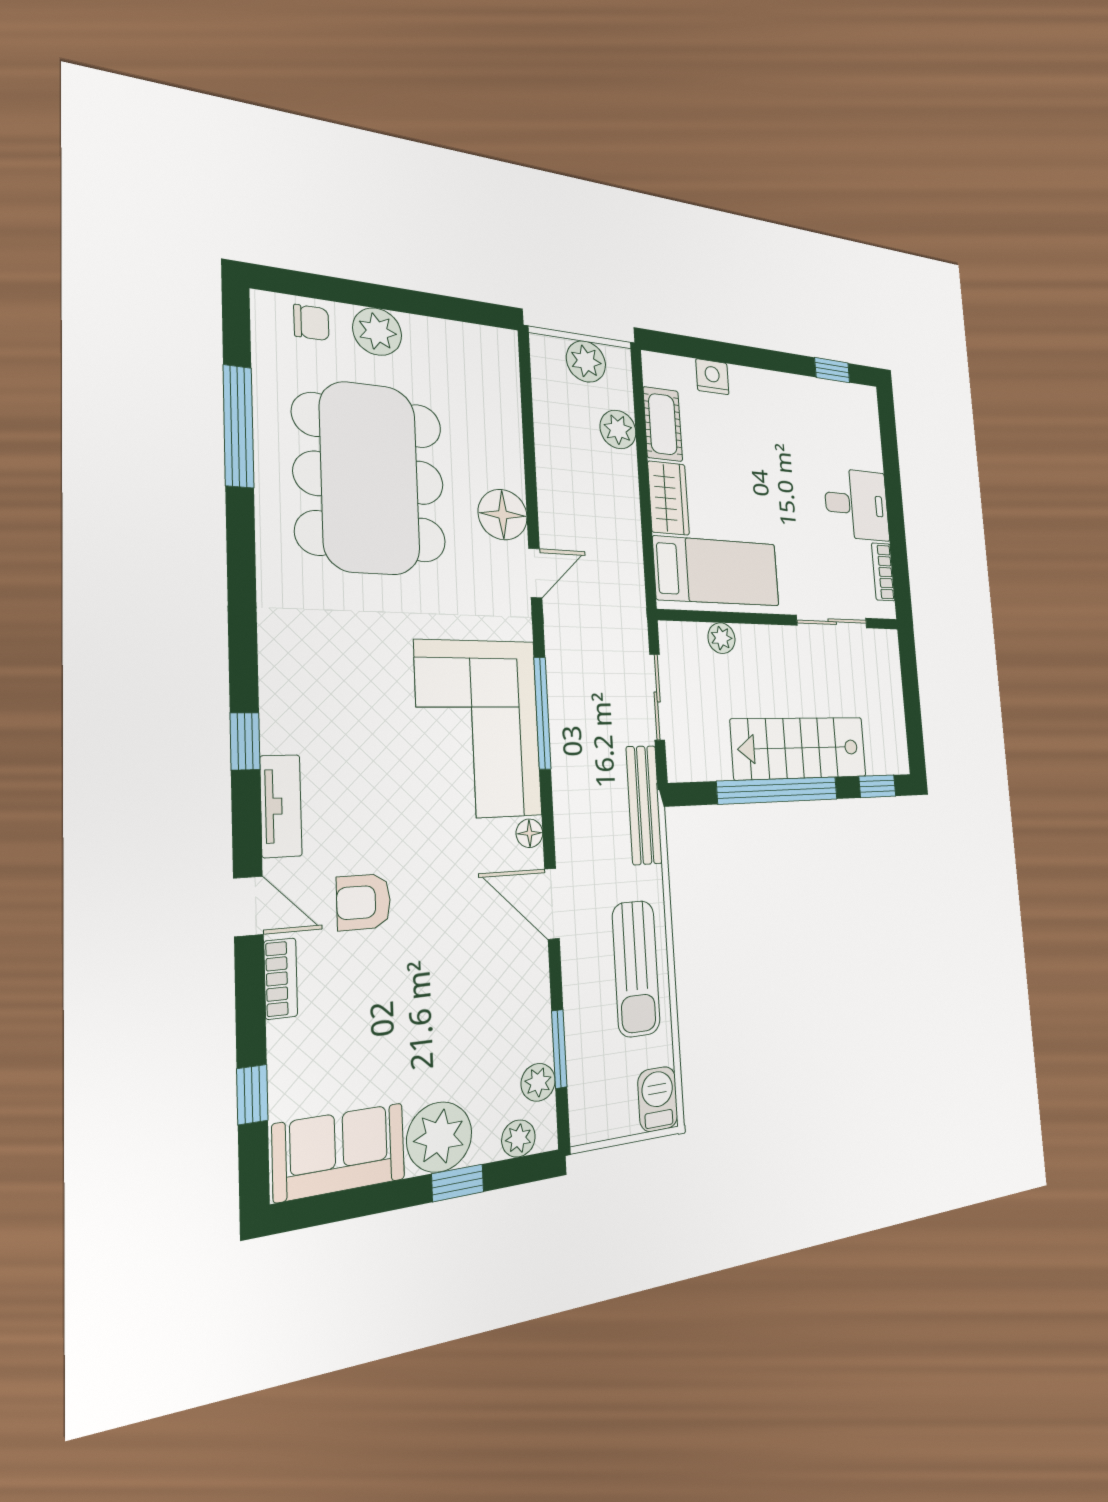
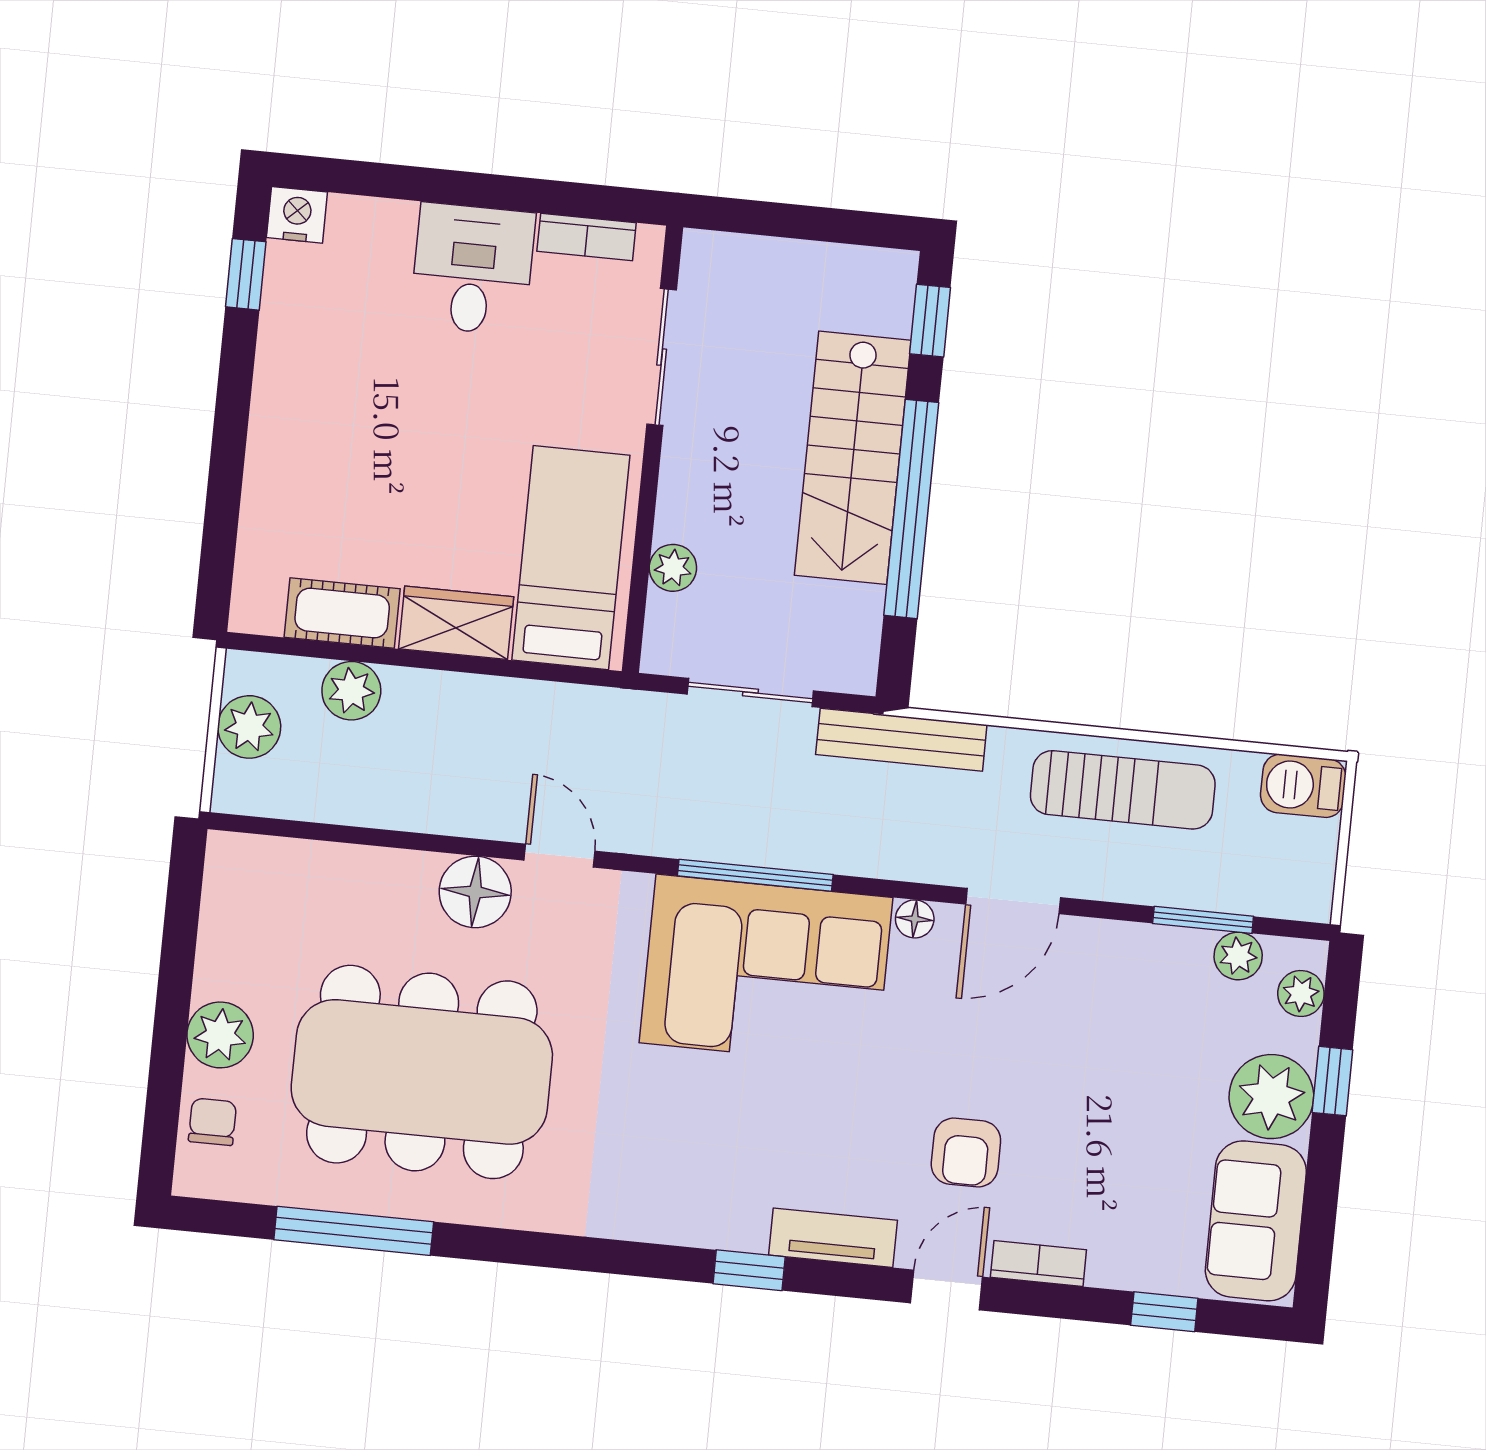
nightstand: (712, 377) -> (297, 215), moved, turned 90

